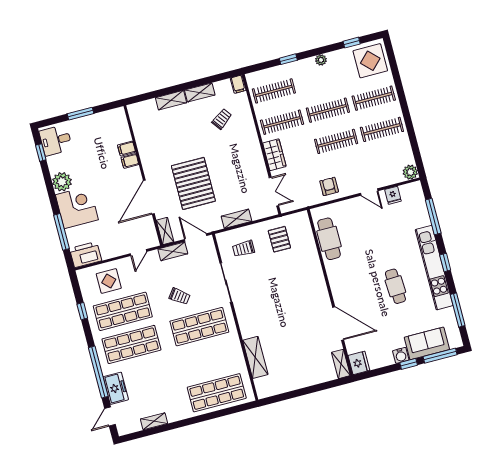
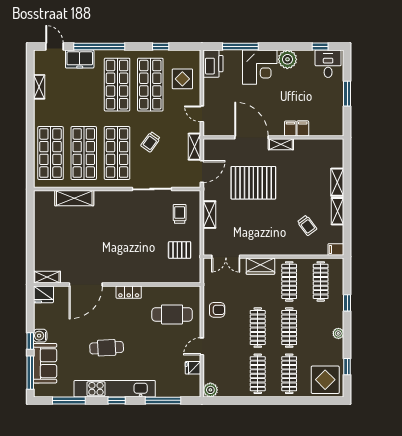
shelving: (165, 231) -> (281, 144), moved
cafe table: (329, 239) -> (172, 314), moved
locker: (334, 279) -> (129, 292), added
shop shelf: (208, 360) -> (84, 153), added

